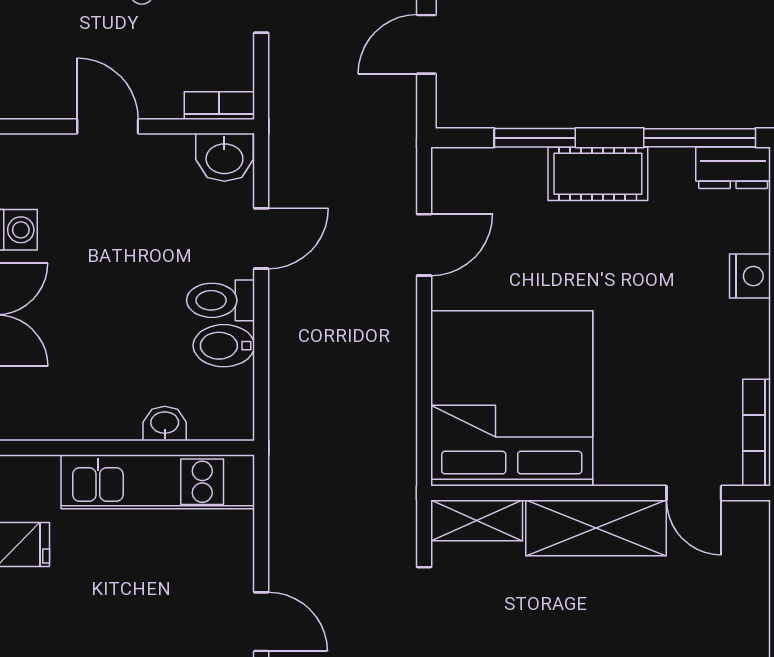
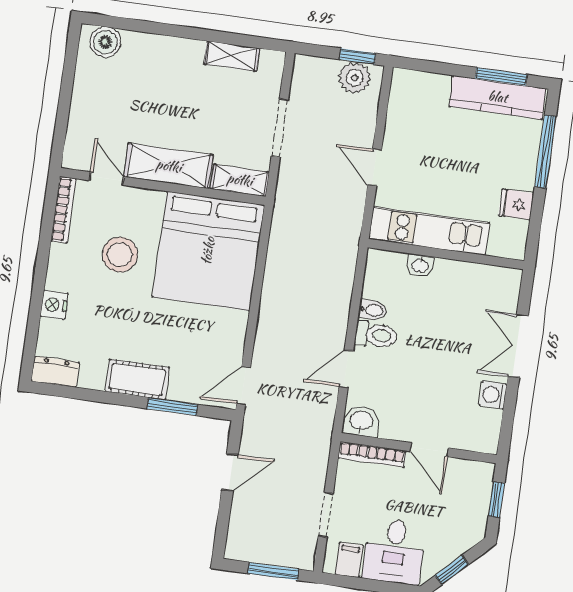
bookcase: (219, 106) -> (372, 454), width x1.56
window: (700, 138) -> (73, 393), removed
door: (424, 245) -> (243, 386), moved
bidet: (224, 346) -> (372, 310), width x0.72, depth x0.74
stool: (655, 373) -> (120, 255), added
door: (261, 622) -> (374, 168), moved

